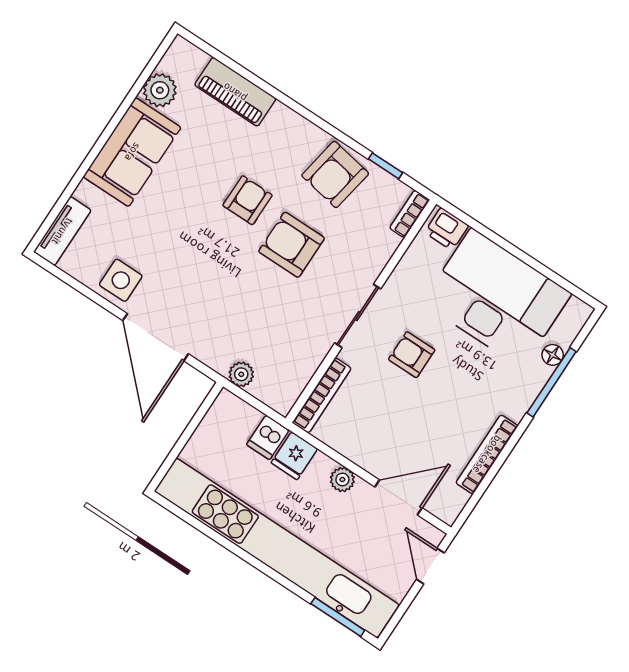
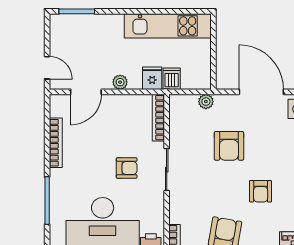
armchair: (292, 245) -> (229, 146), moved, turned 90
floor lamp: (553, 355) -> (56, 215), removed
kitchen unit: (277, 548) -> (168, 26), width x0.54

